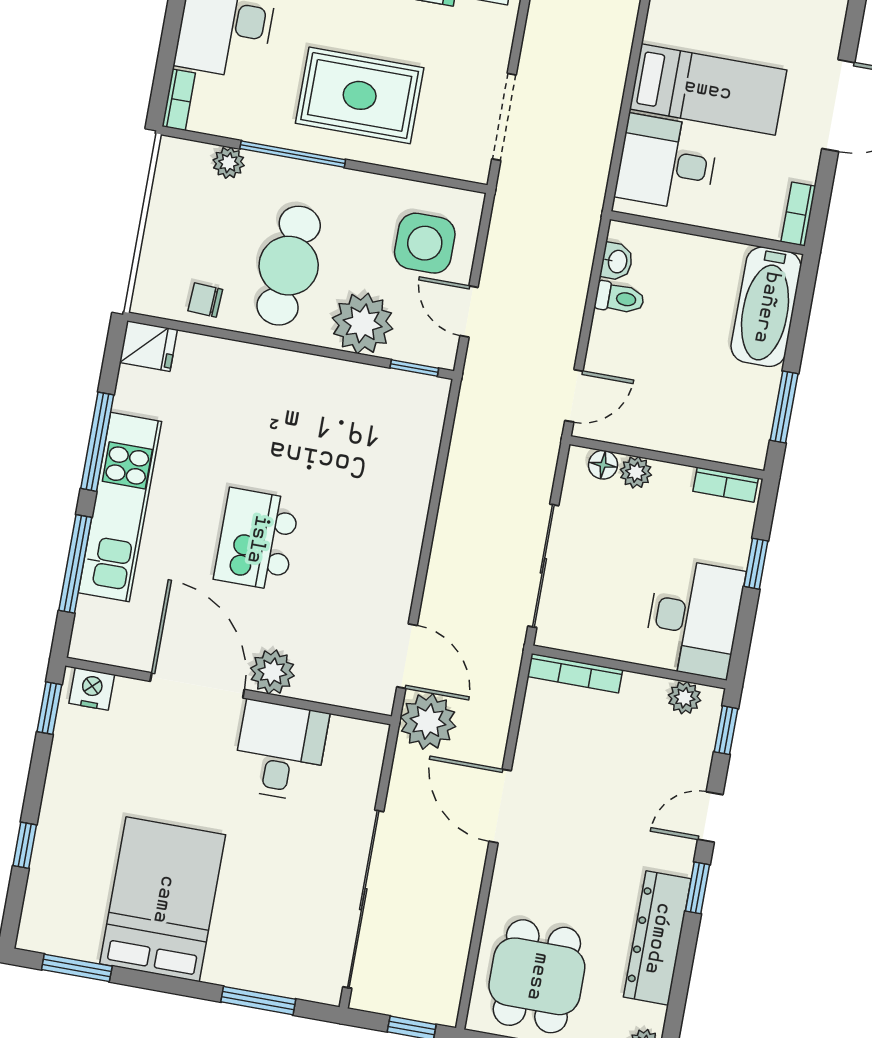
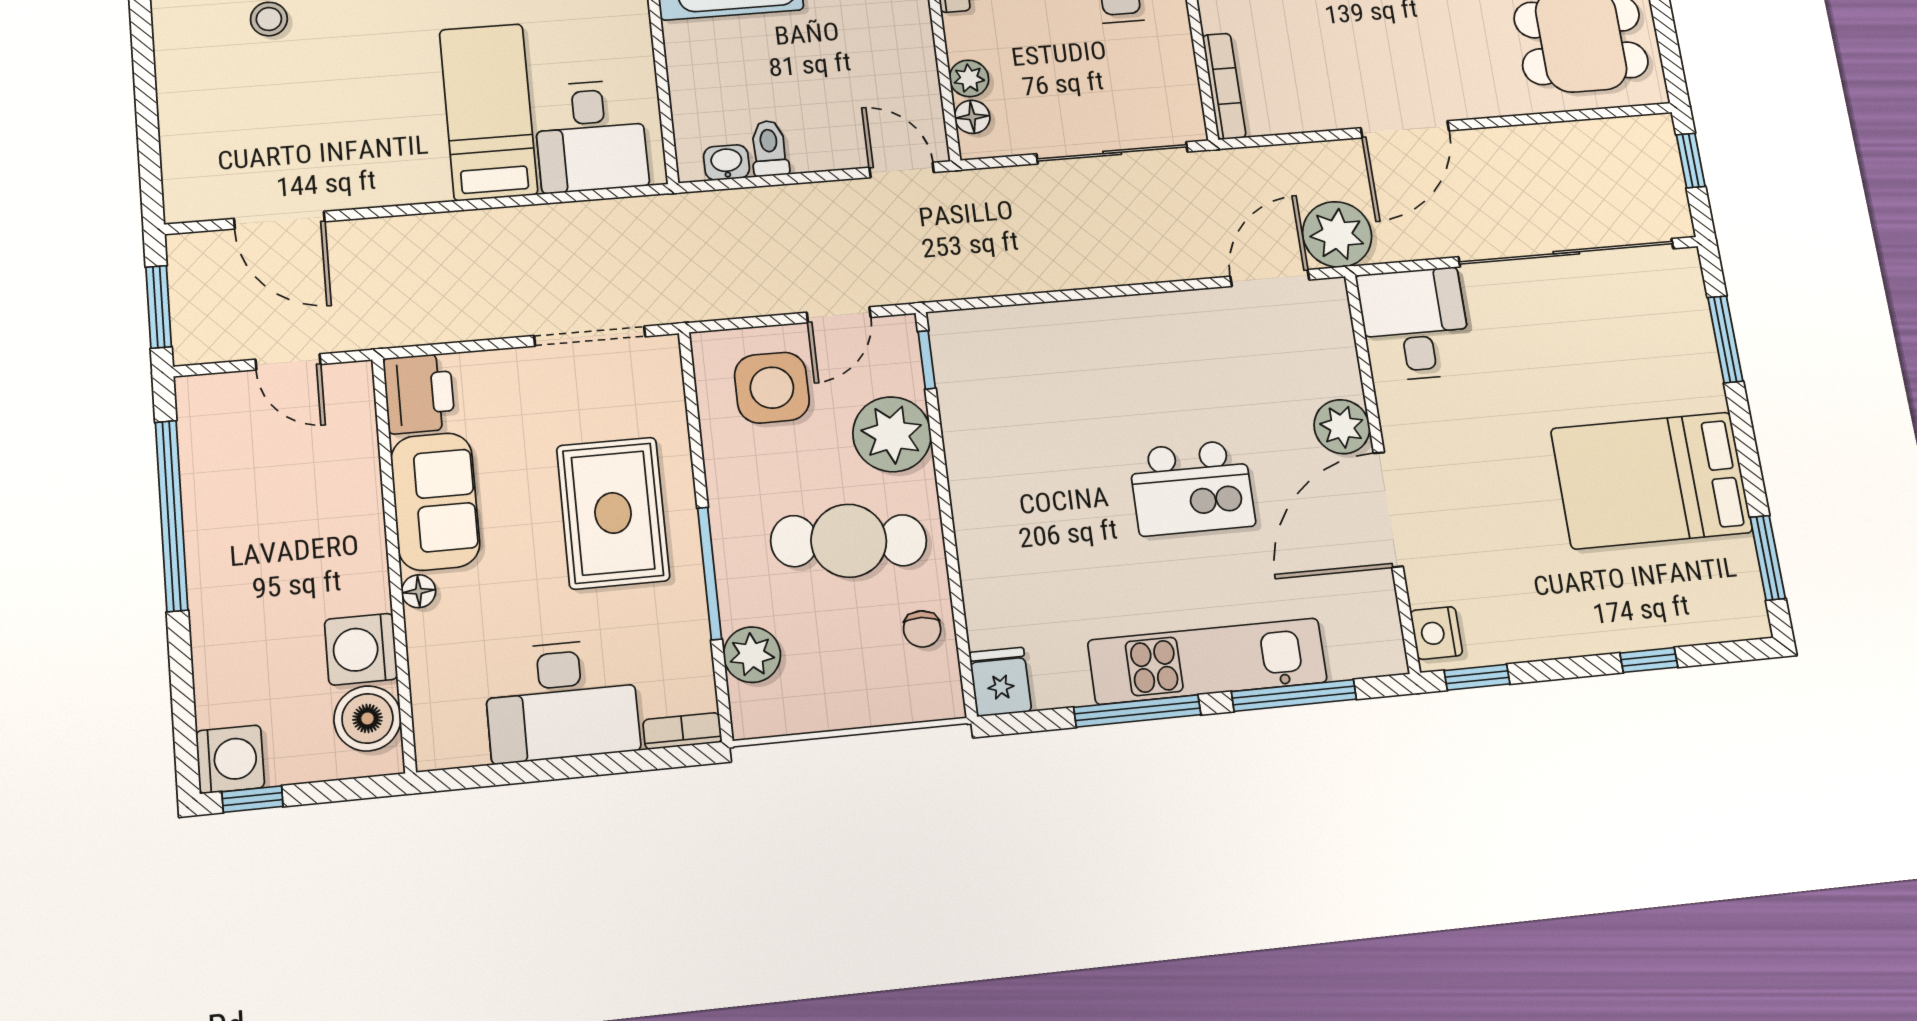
plant: (229, 163) -> (752, 655), width x1.38, depth x1.38
desk: (280, 751) -> (1415, 324), moved, turned 90

